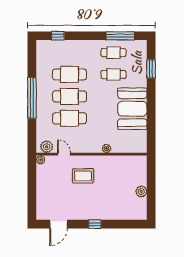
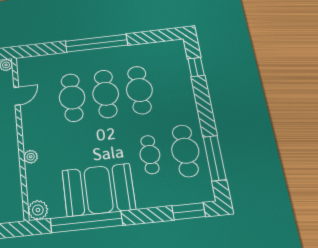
cafe table: (114, 53) -> (185, 151), width x1.37, depth x1.35
window: (151, 69) -> (189, 211), moved
window: (151, 118) -> (86, 222), added
plant: (47, 147) -> (38, 210), moved

